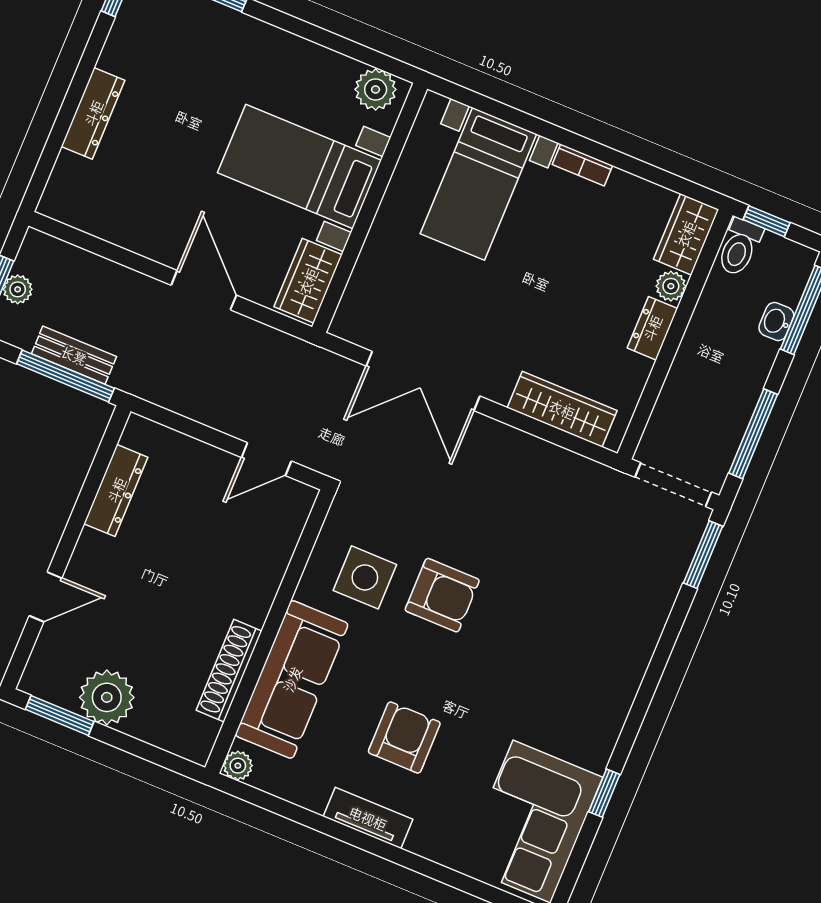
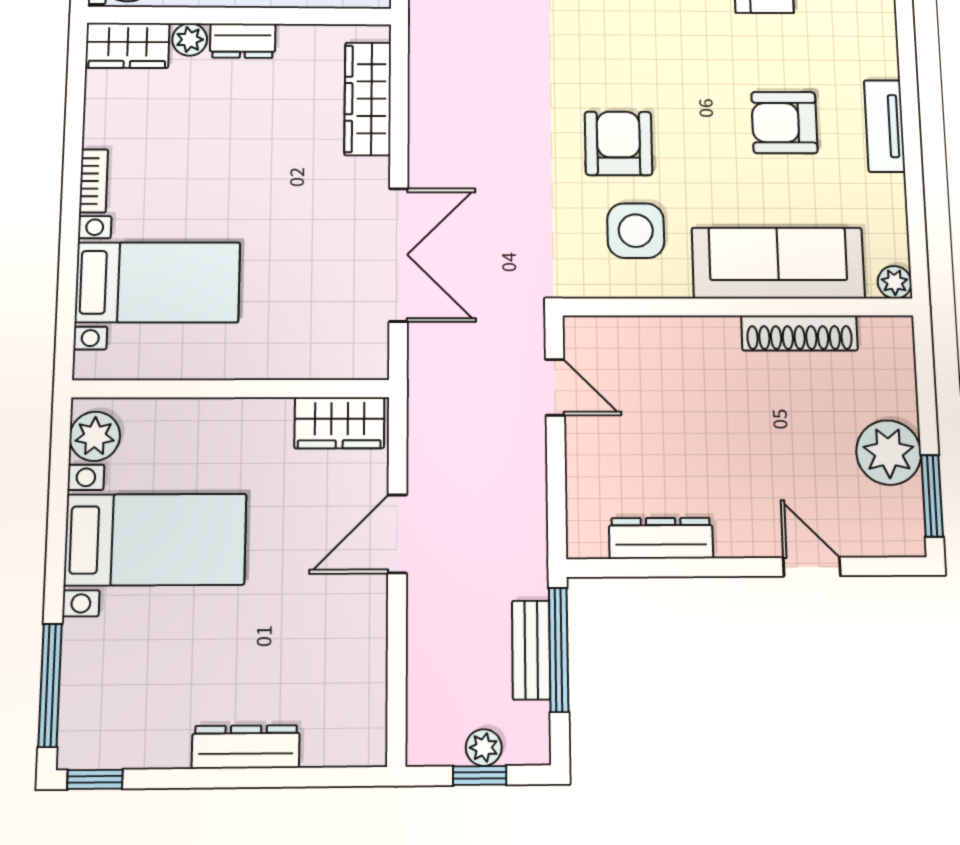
bed with nightstands: (299, 166) -> (155, 540), moved, turned -90

